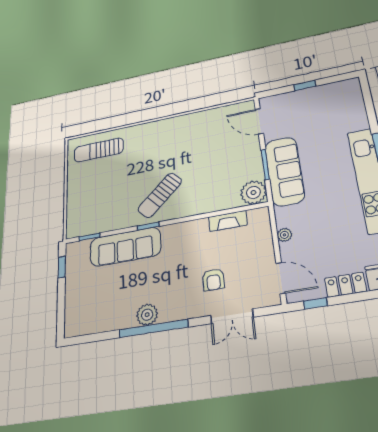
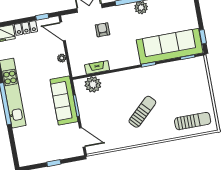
plant: (253, 192) -> (93, 84), moved
sun lounger: (160, 195) -> (142, 112), moved
sofa: (125, 247) -> (170, 46), width x1.36, depth x1.27

